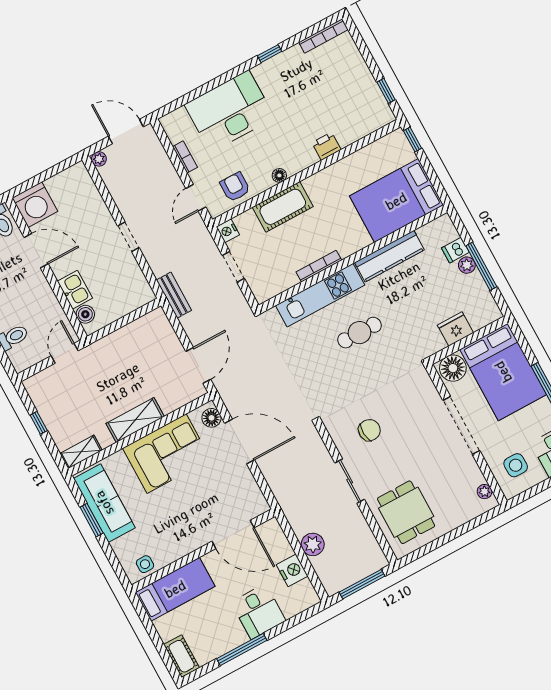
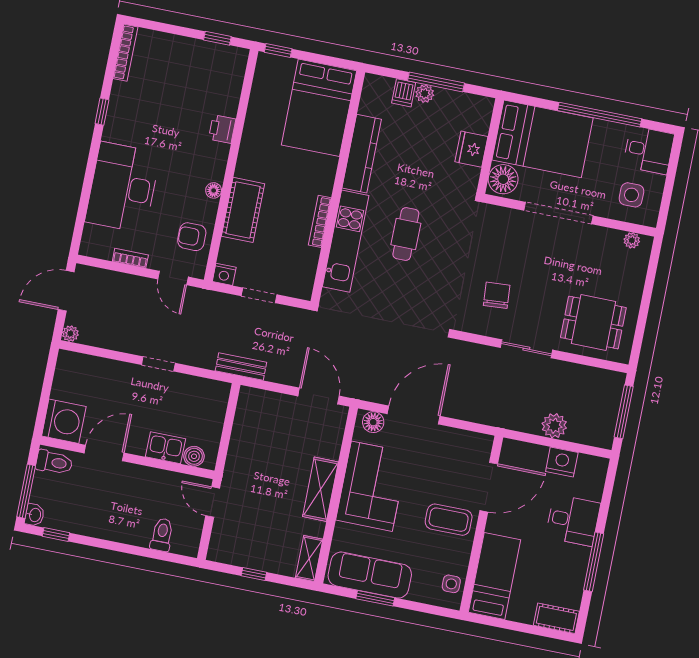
coffee table: (188, 526) -> (449, 520), added

